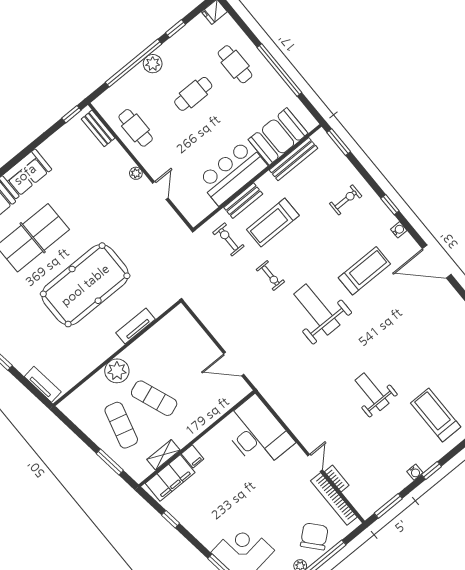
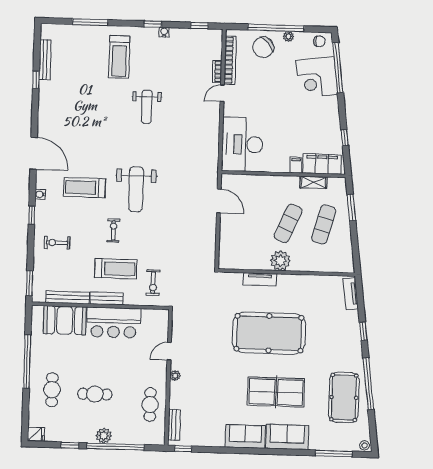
bench: (243, 201) -> (106, 298), moved
exercise bike: (270, 276) -> (113, 230), moved
plant: (117, 371) -> (280, 261), moved
exercise mat: (154, 398) -> (288, 223), turned 45
window: (388, 506) -> (200, 26), width x0.67

